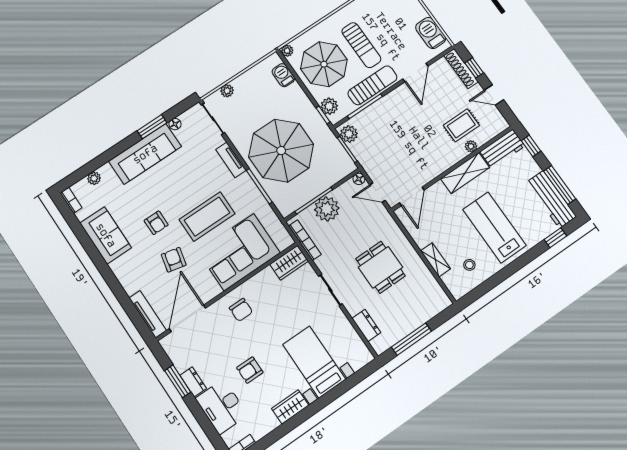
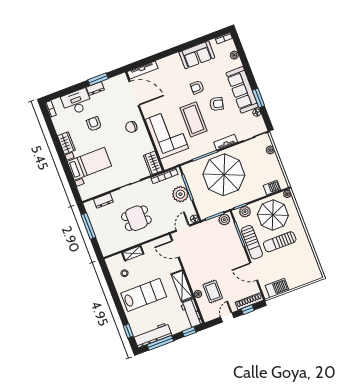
armchair: (174, 260) -> (216, 104), moved

